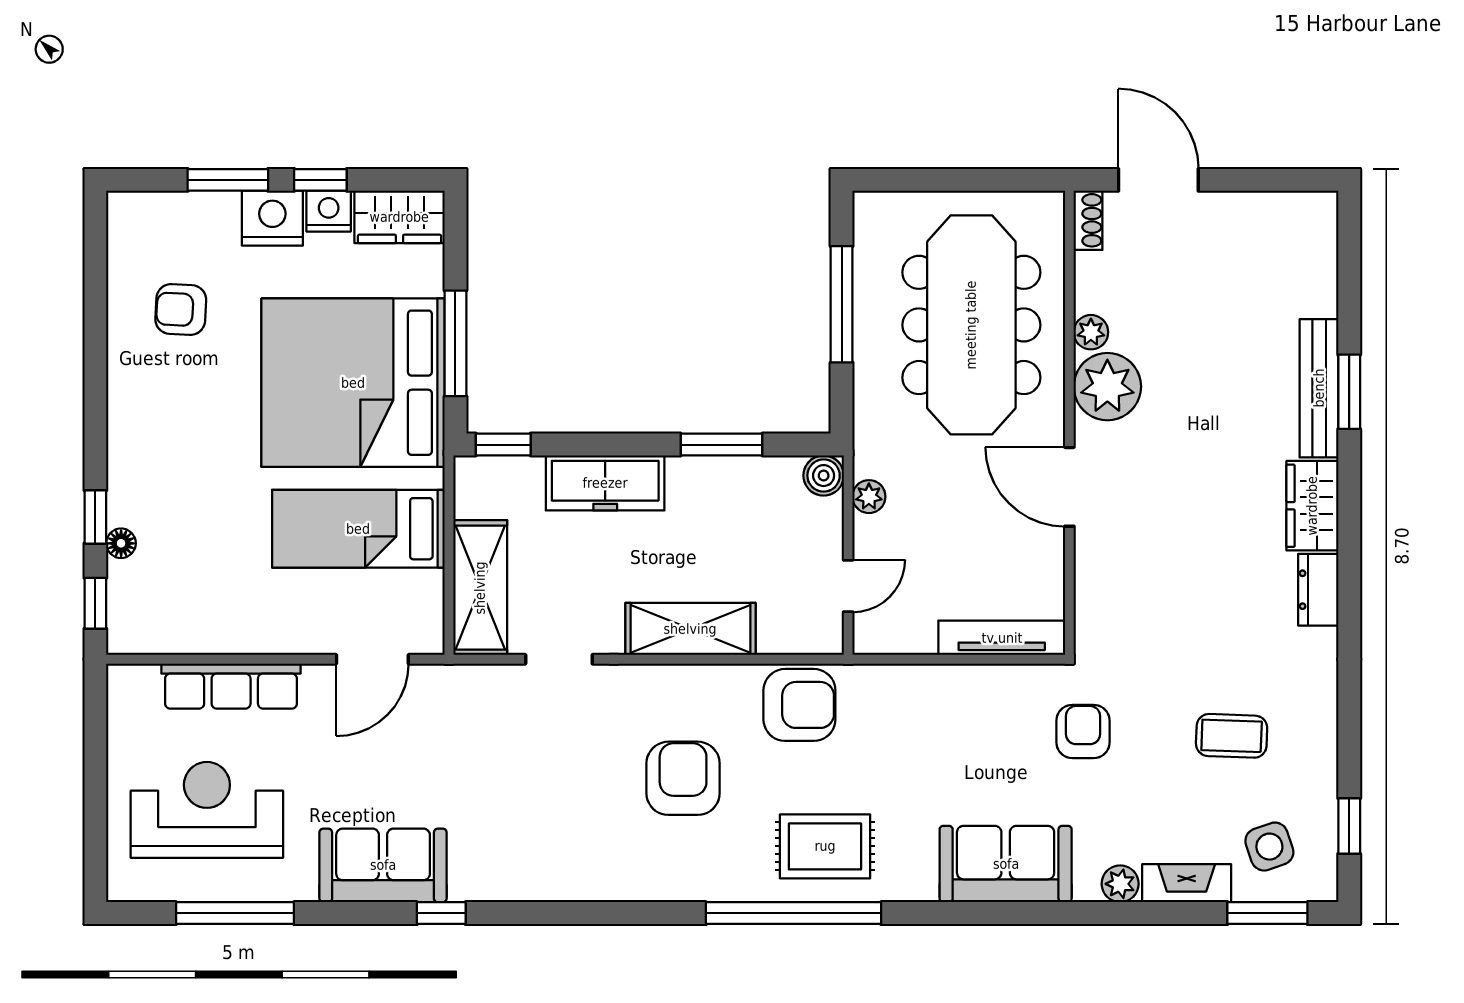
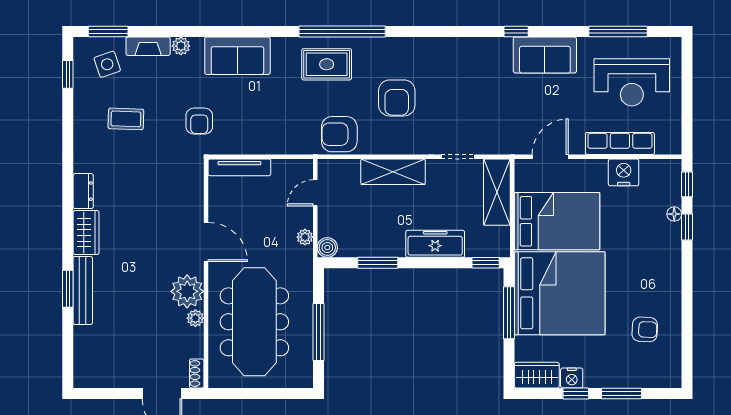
nightstand: (272, 218) -> (624, 172), moved, turned 180
bed: (358, 529) -> (557, 221), width x1.50

